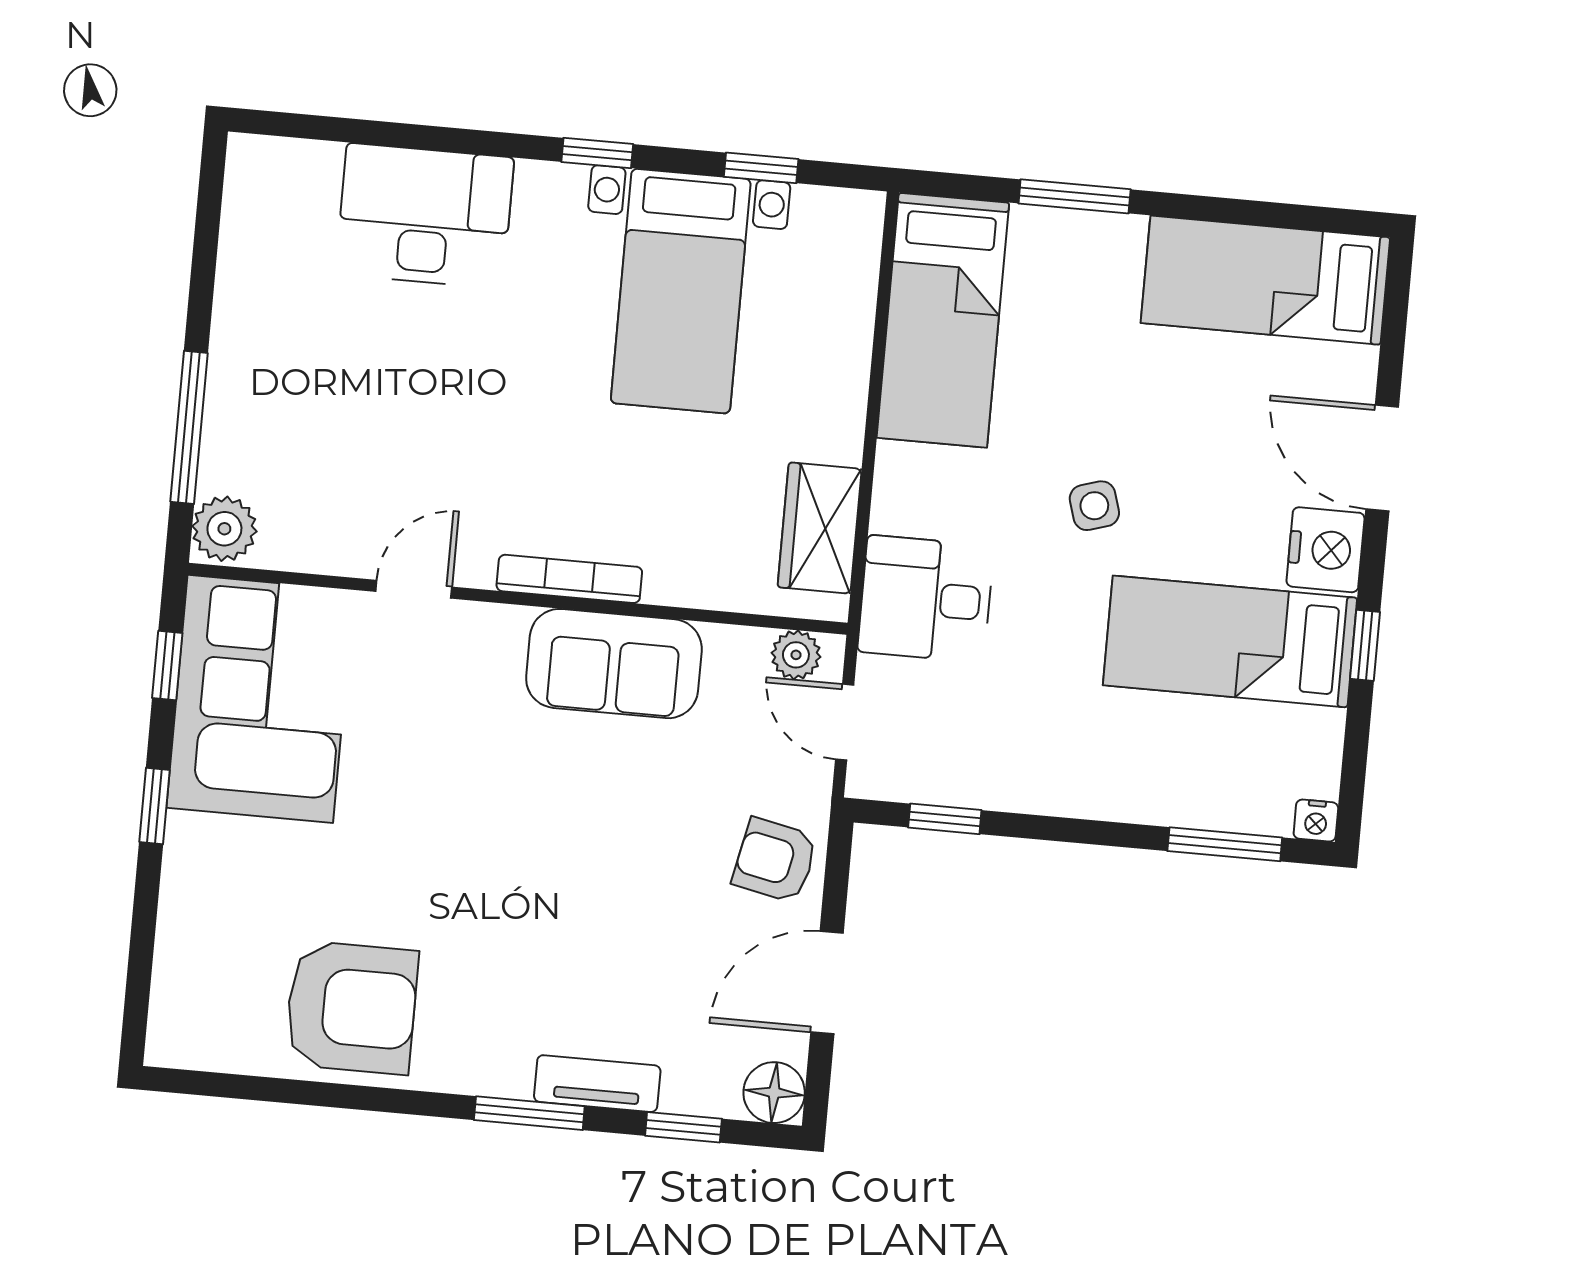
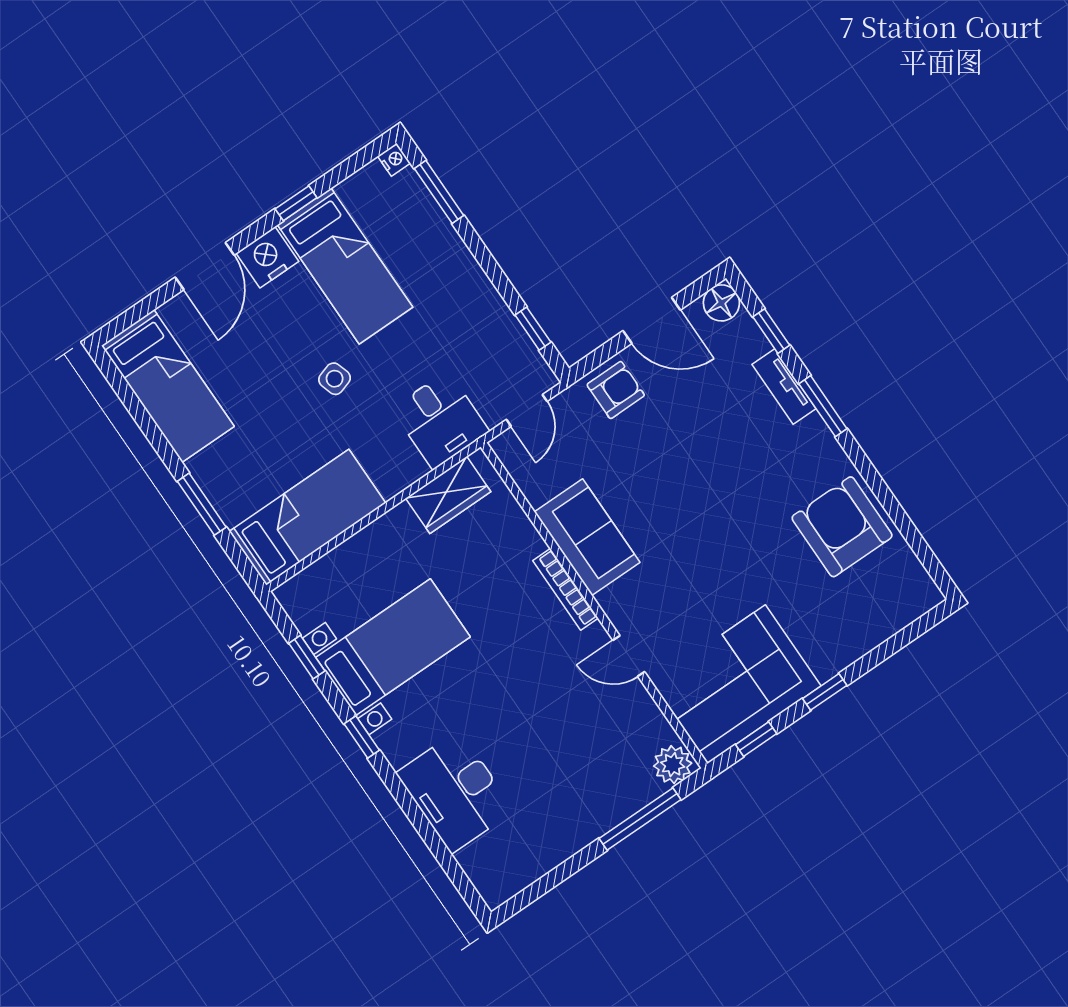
plant: (796, 655) -> (515, 458), removed
armchair: (775, 860) -> (616, 390), turned -102

